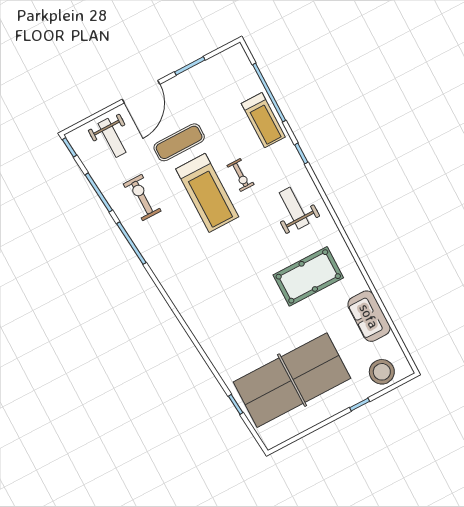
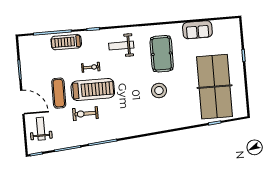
treadmill: (263, 120) -> (66, 42), turned 180
weight bench: (112, 138) -> (41, 129), turned -90
exercise bike: (142, 198) -> (85, 114), moved
stool: (382, 372) -> (159, 91), moved

